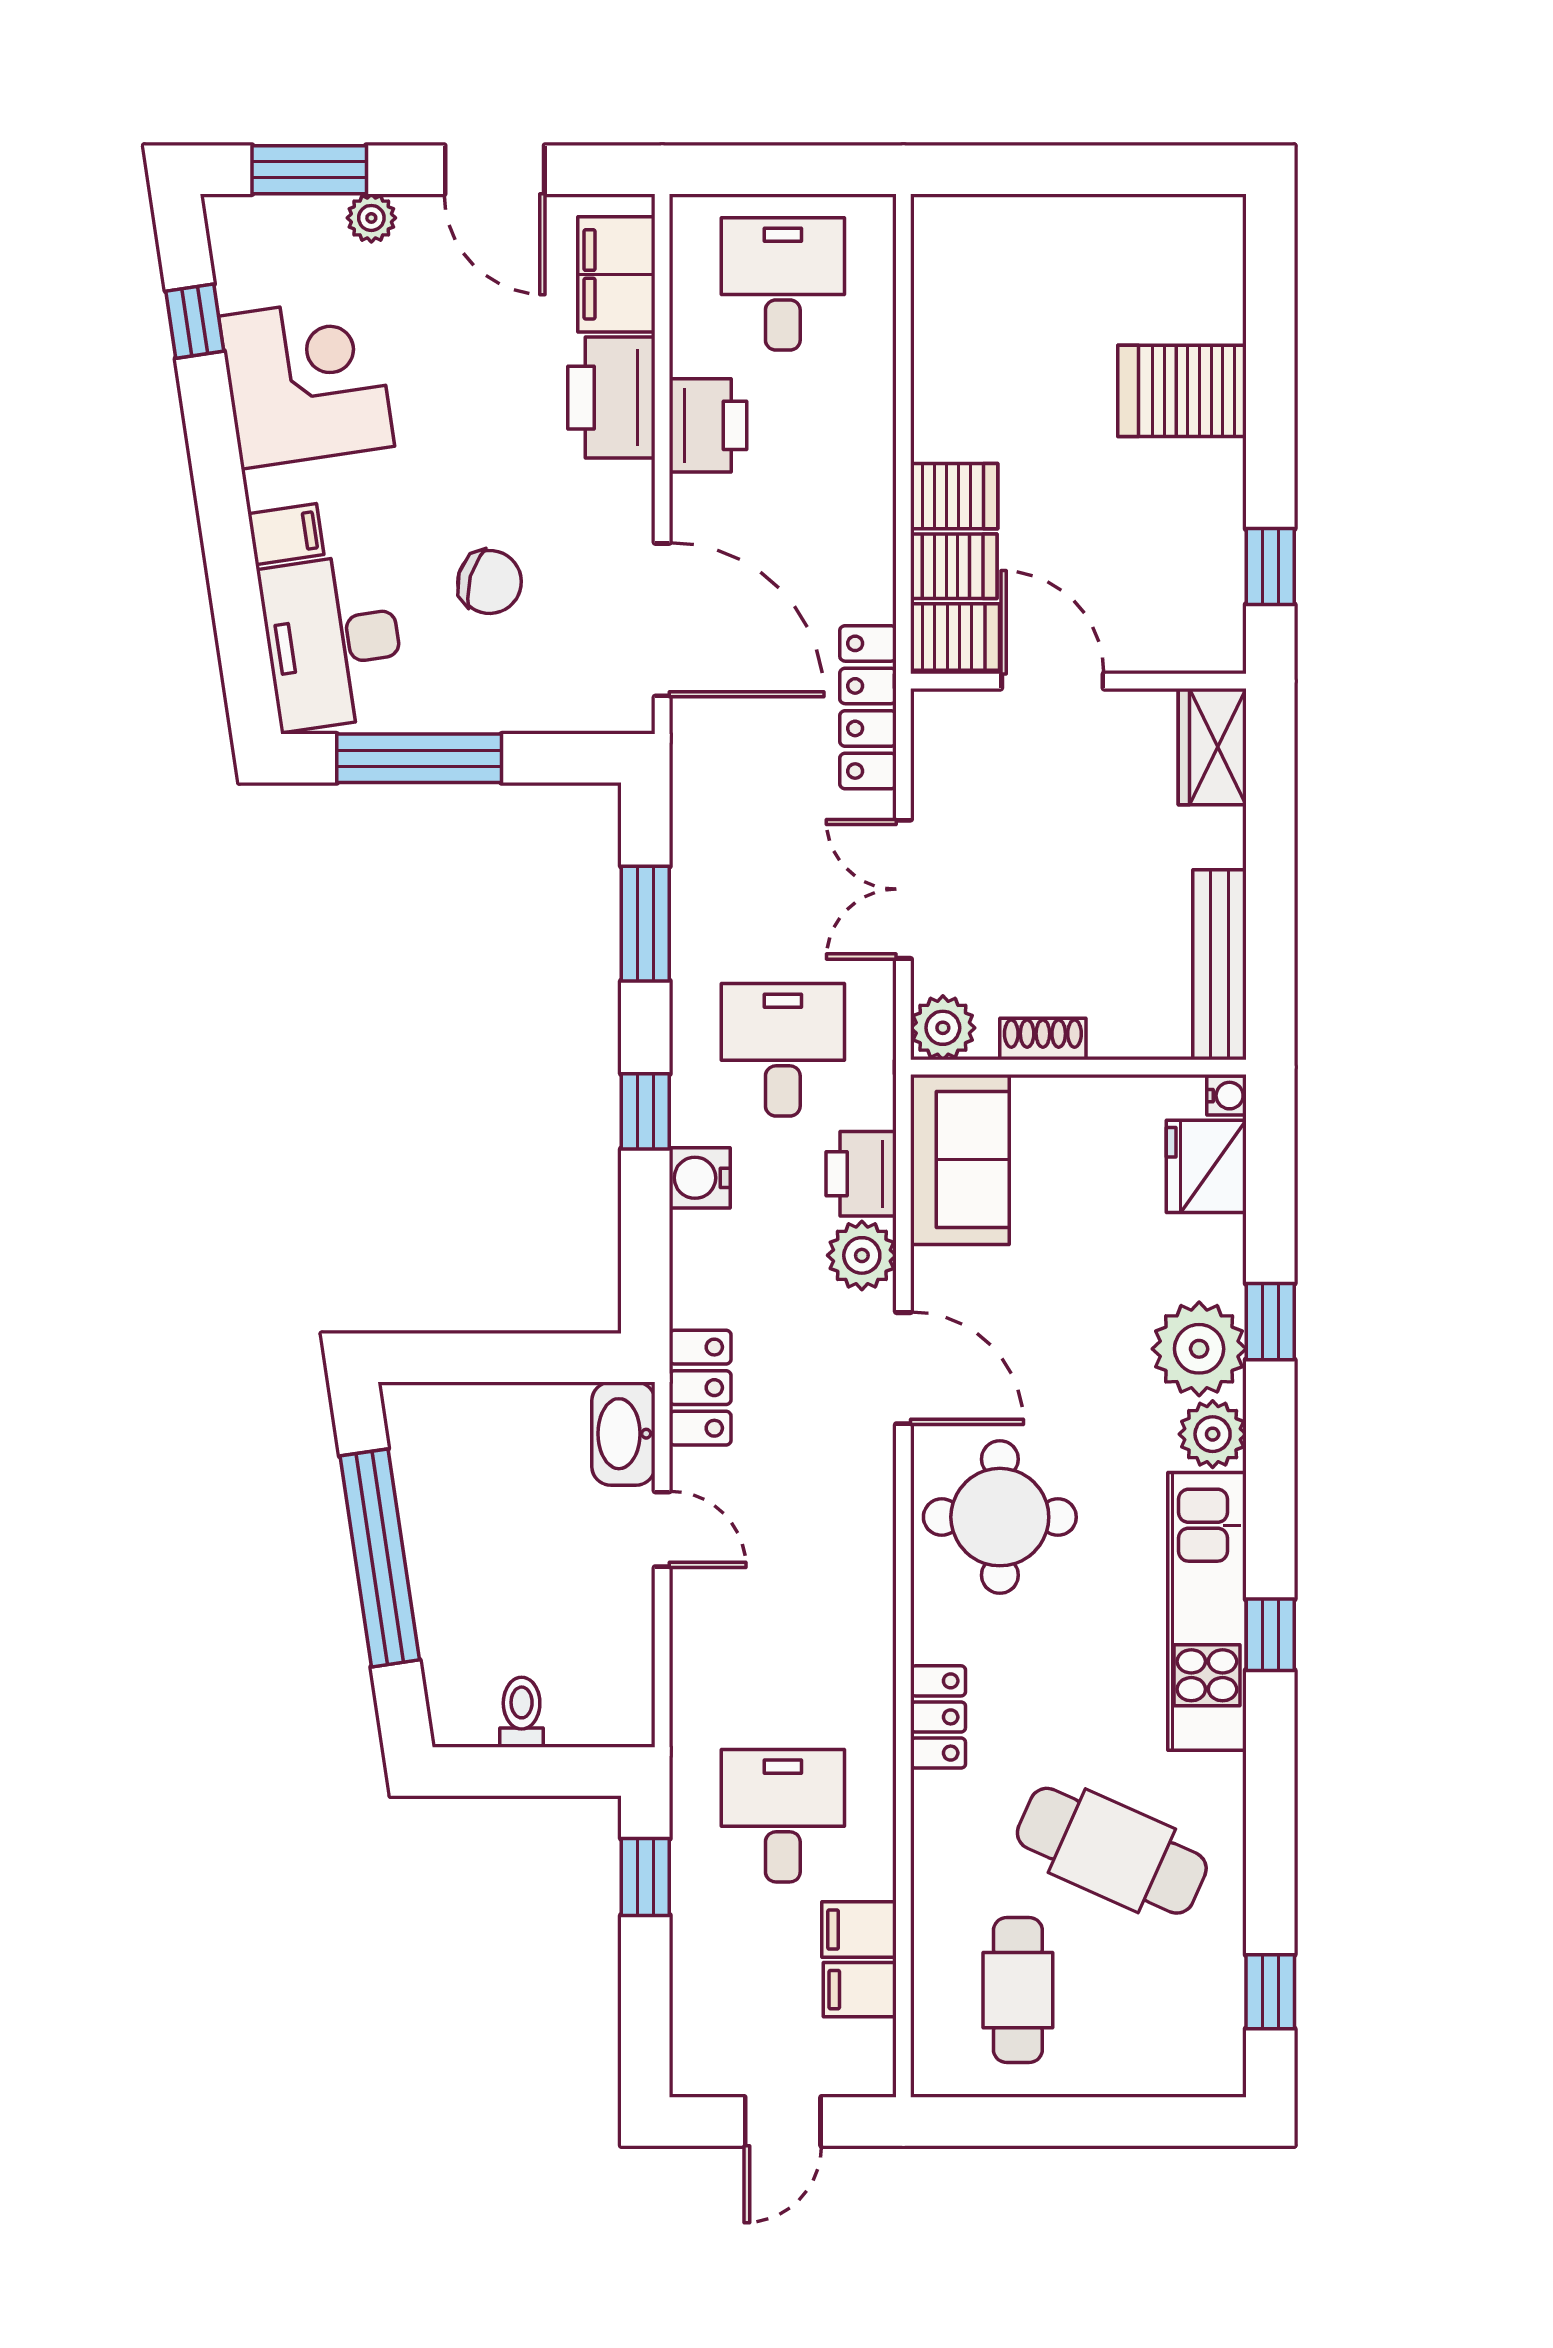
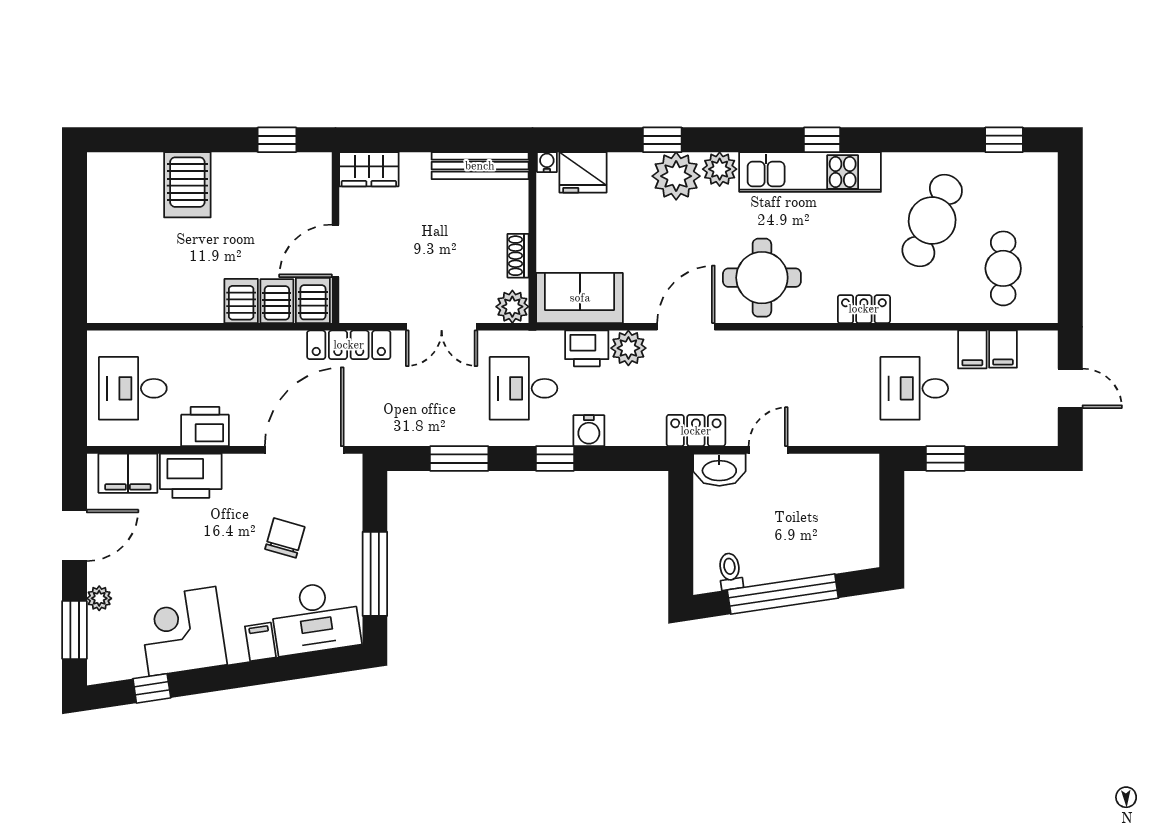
toilet: (522, 1712) -> (730, 571), moved, turned 81
cafe table: (1018, 1990) -> (1003, 268), turned 90

